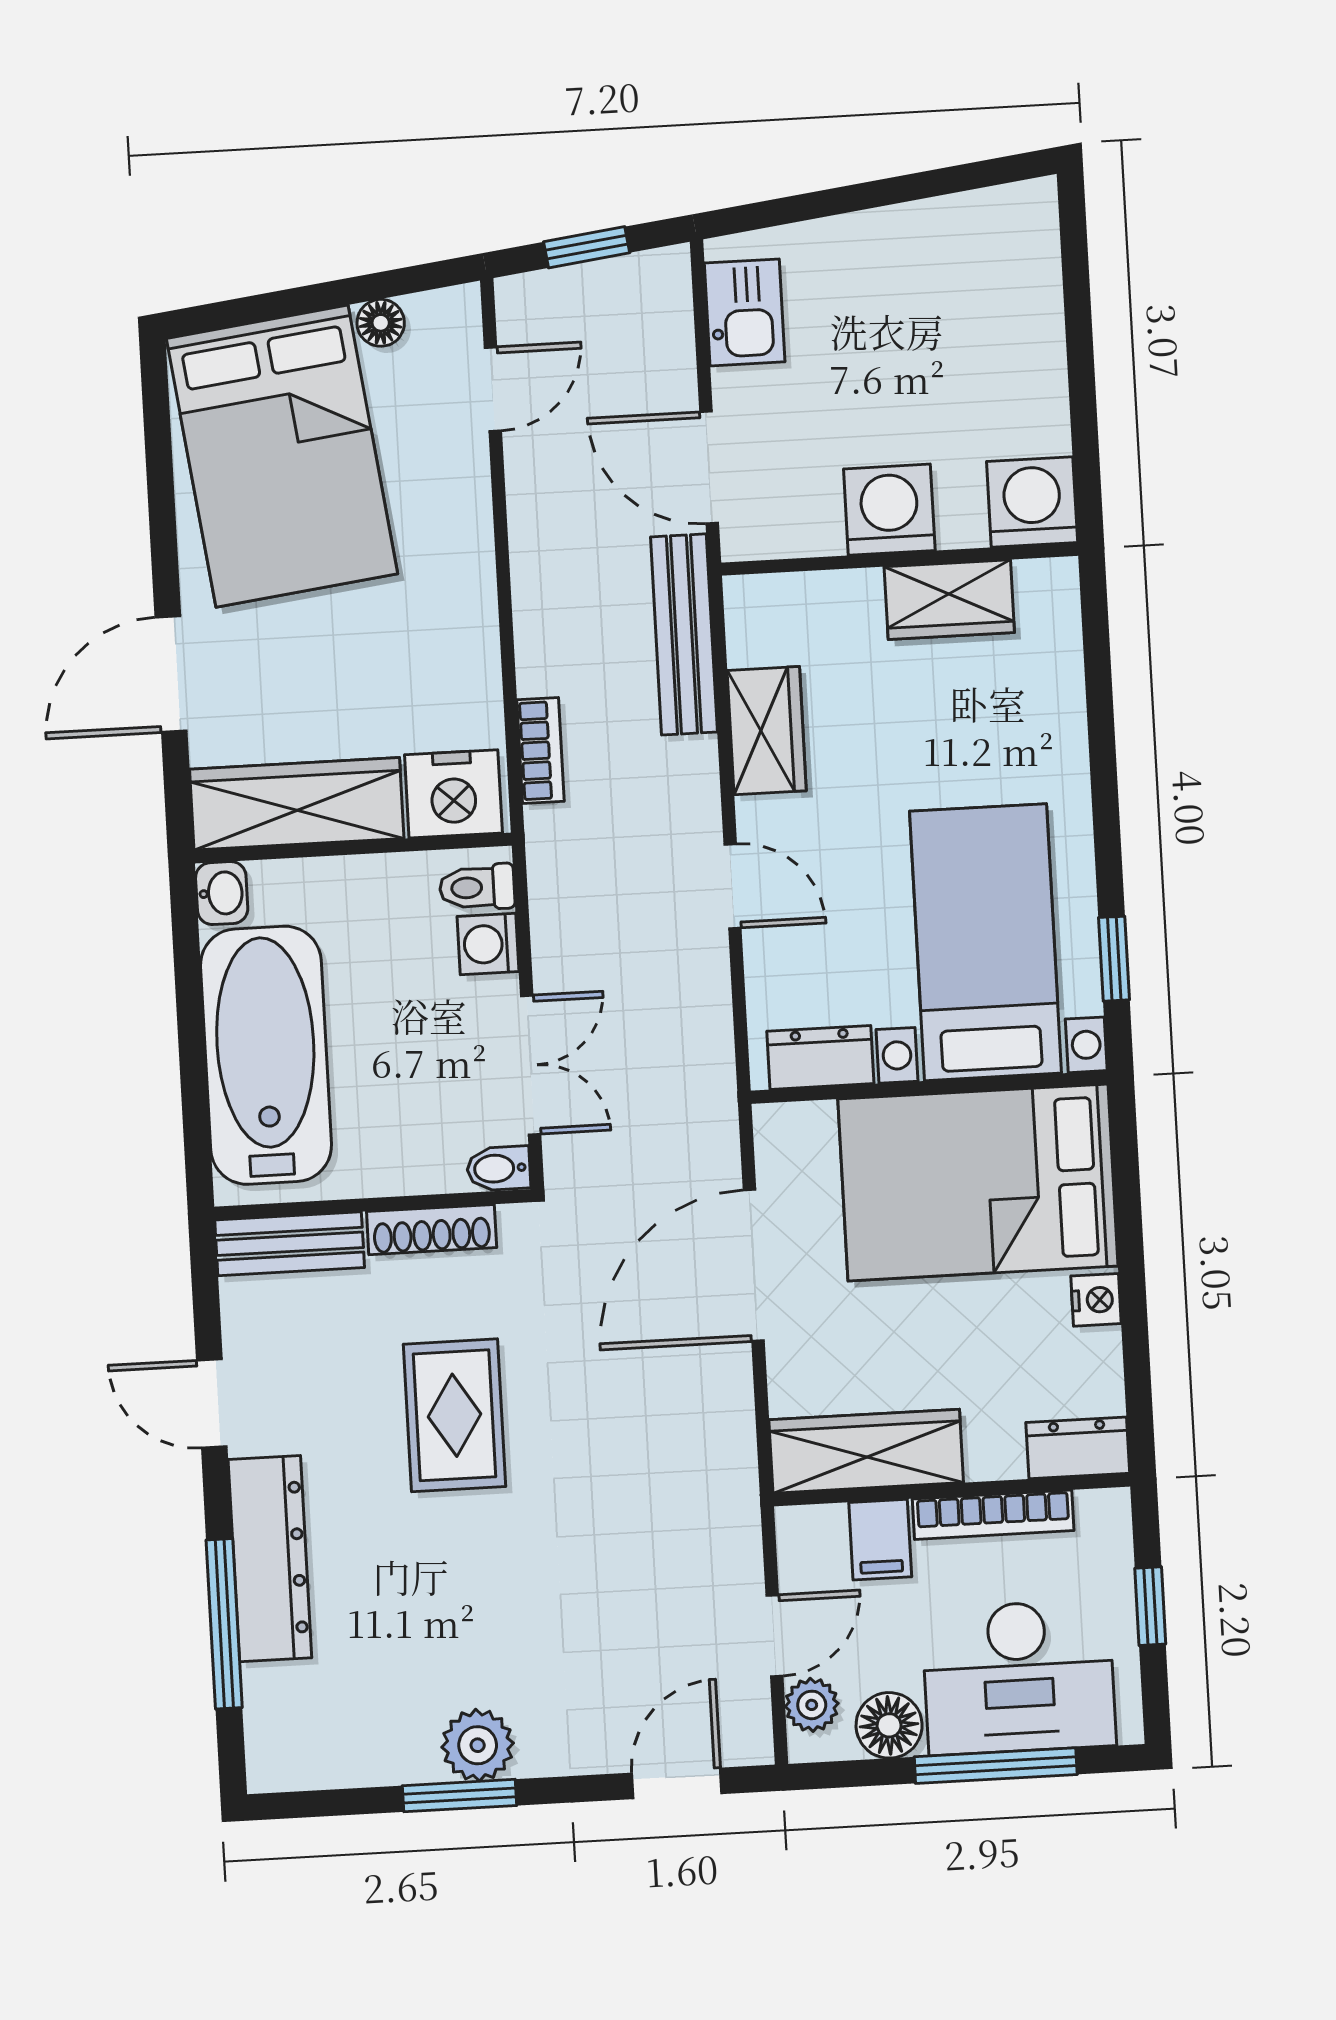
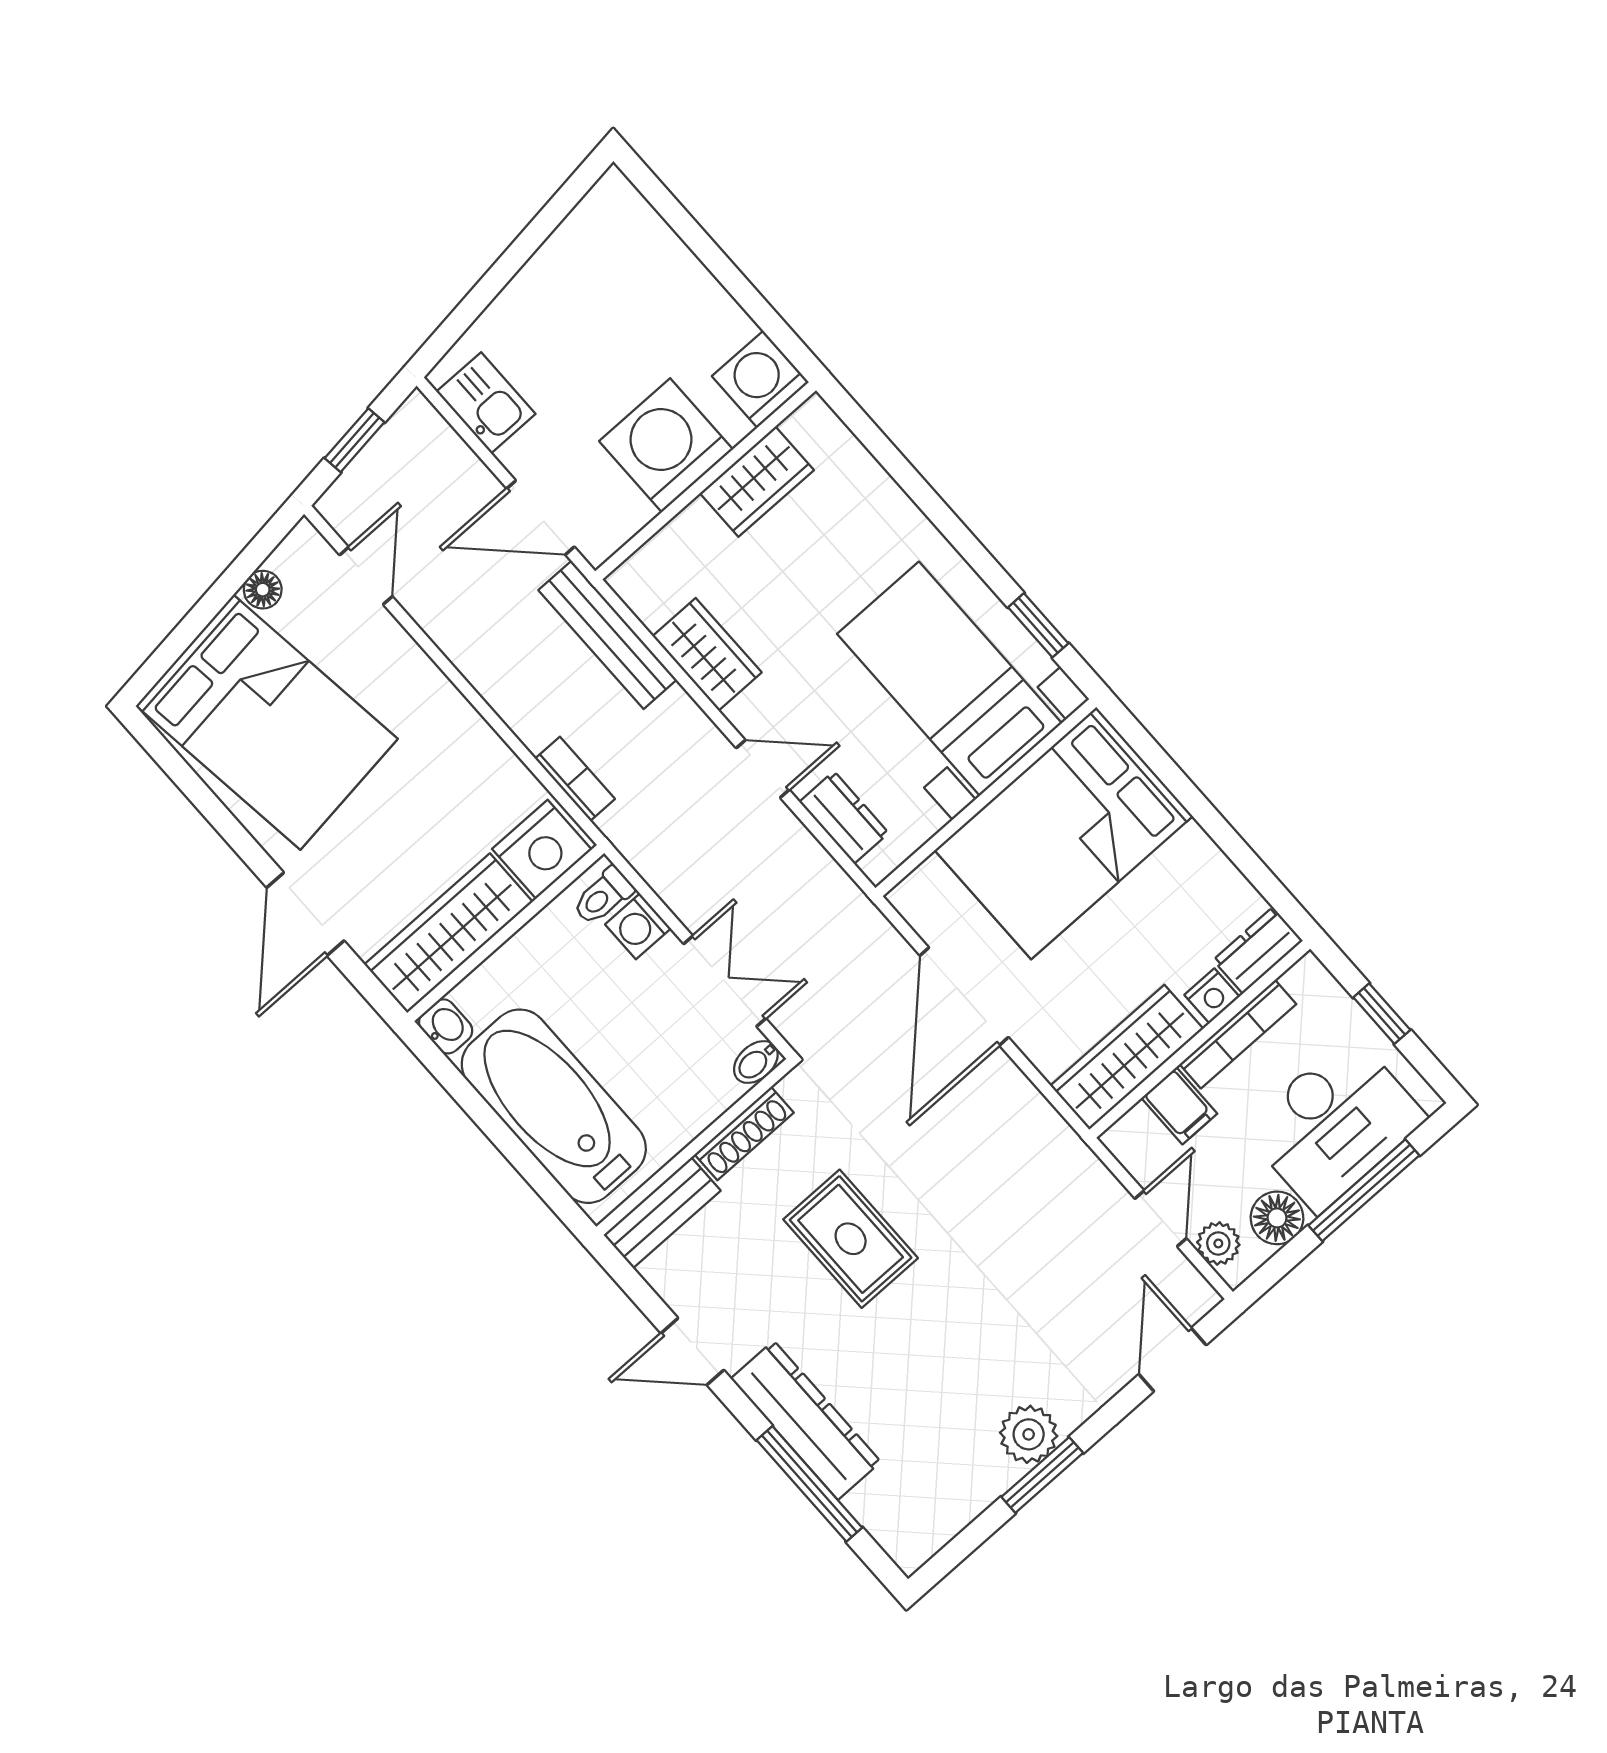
washing machine: (889, 510) -> (666, 445), width x1.37, depth x1.37
dresser: (820, 1057) -> (844, 817), moved, turned 90
nightstand: (1096, 1300) -> (1212, 996), moved, turned 90

